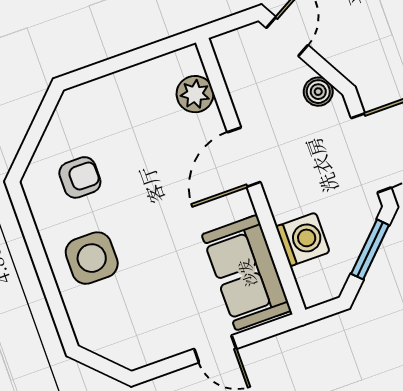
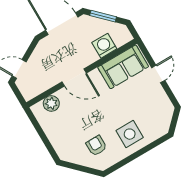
boiler: (318, 92) -> (40, 51), removed

